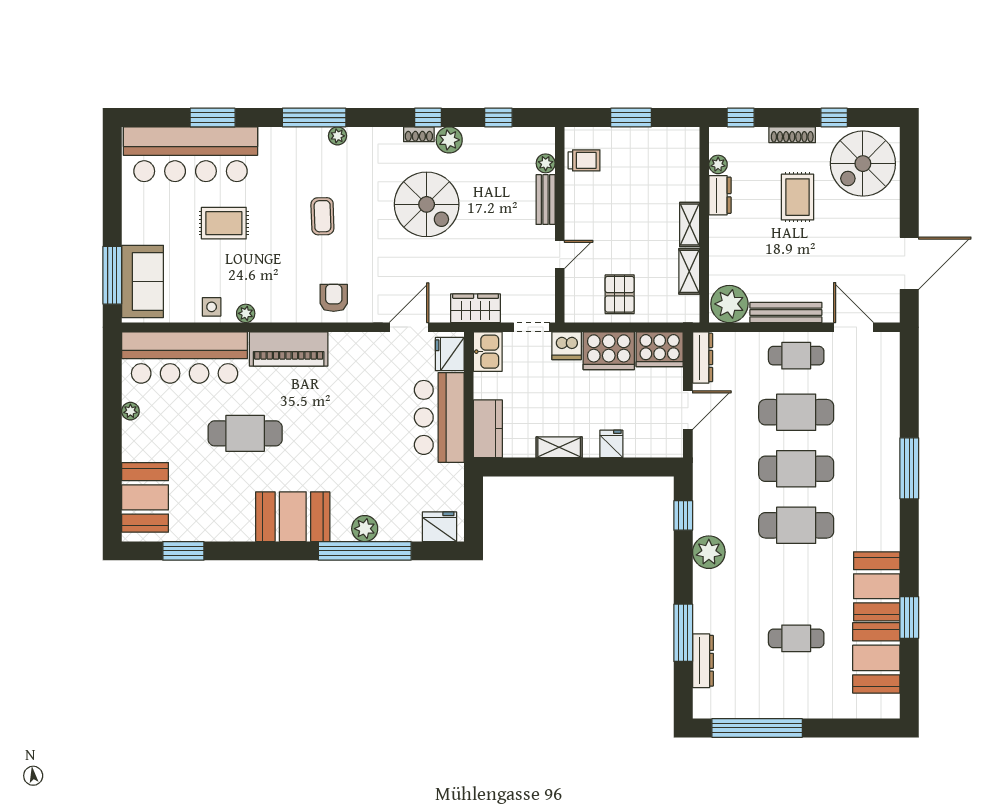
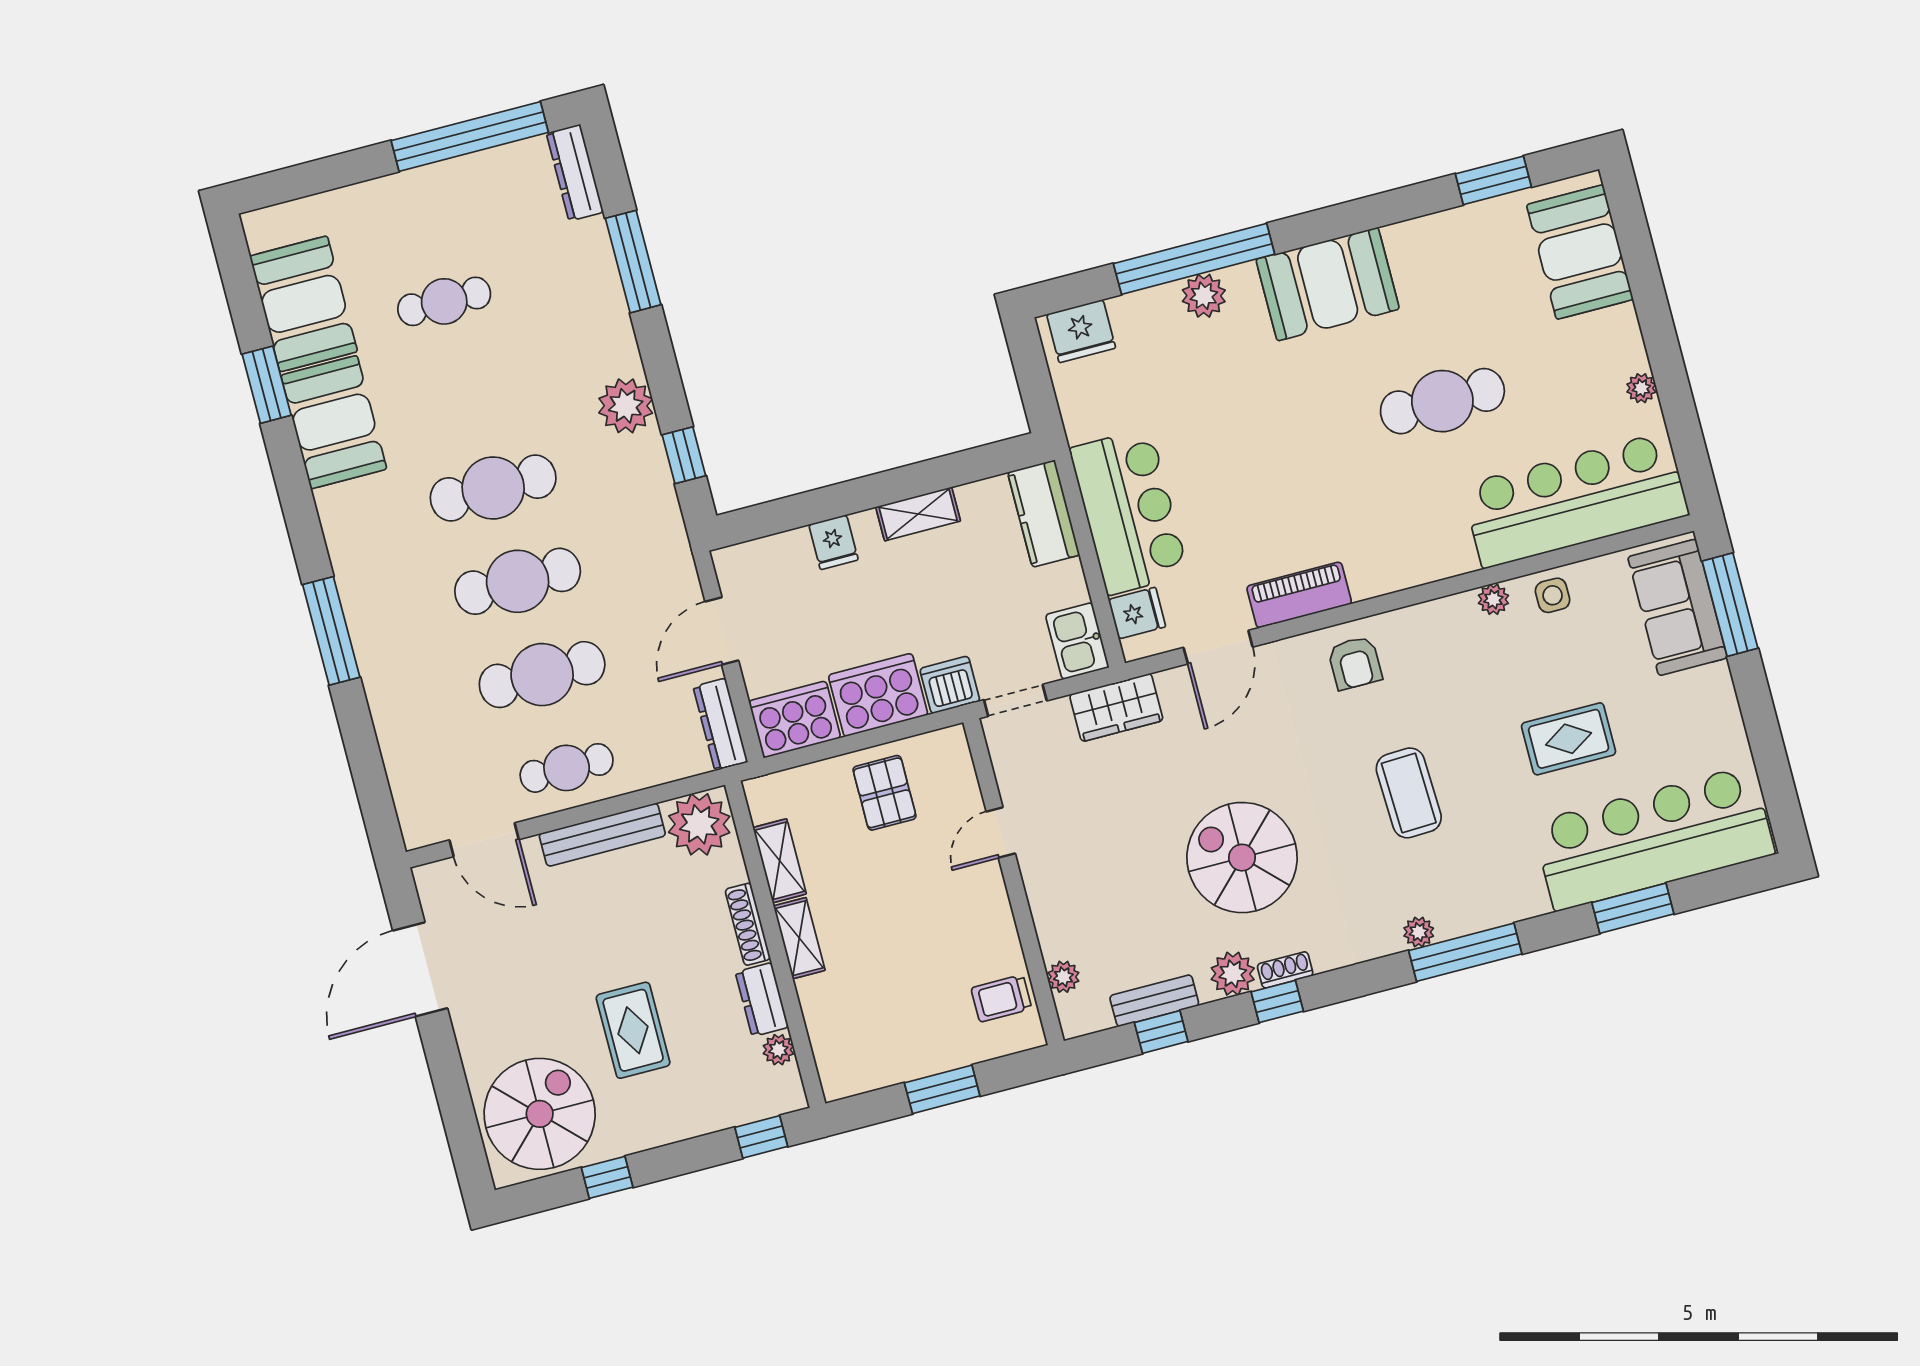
shoe rack: (792, 135) -> (748, 924), moved, turned -90
bench: (546, 200) -> (1154, 1001), moved, turned 90
coffee table: (322, 216) -> (1409, 793), width x1.36, depth x1.30
piano: (289, 349) -> (1299, 595), moved, width x0.73, depth x0.75
fridge: (450, 354) -> (1137, 613), width x0.72
dresser: (703, 661) -> (575, 173), moved

